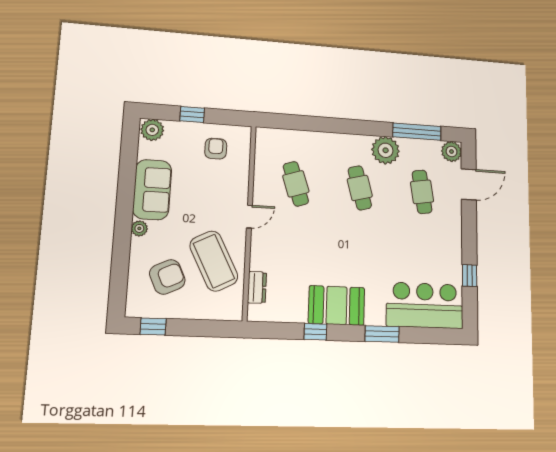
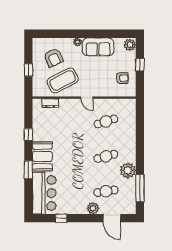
plant: (451, 152) -> (93, 208), moved
booth: (337, 305) -> (42, 156), moved
window: (153, 326) -> (28, 70), moved

